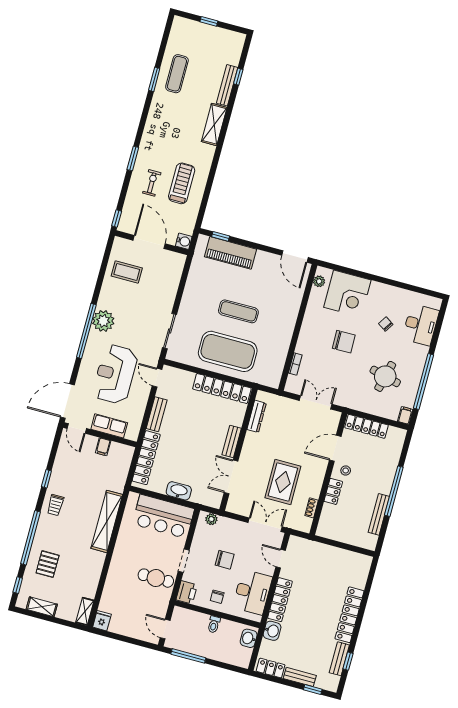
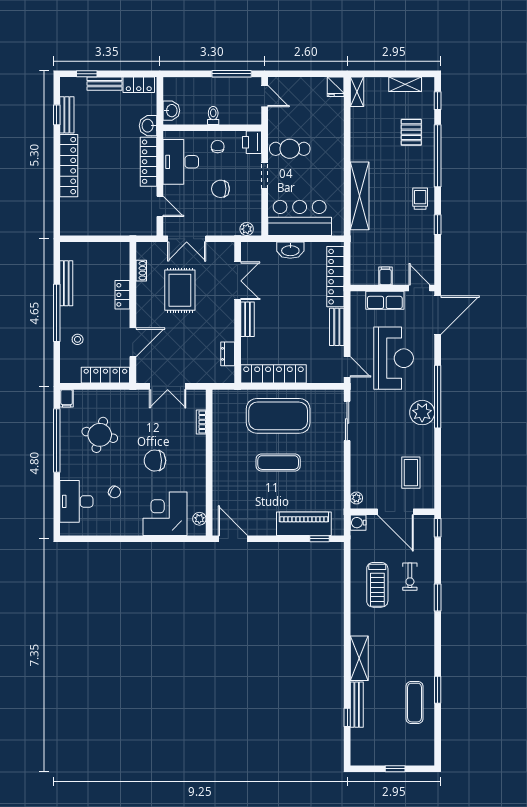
plant: (179, 263) -> (356, 498), added
coffee table: (127, 272) -> (411, 473), turned 90
dresser: (257, 416) -> (228, 354), width x0.70
stool: (346, 471) -> (78, 339), moved

